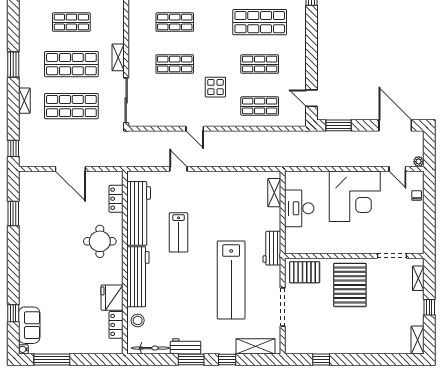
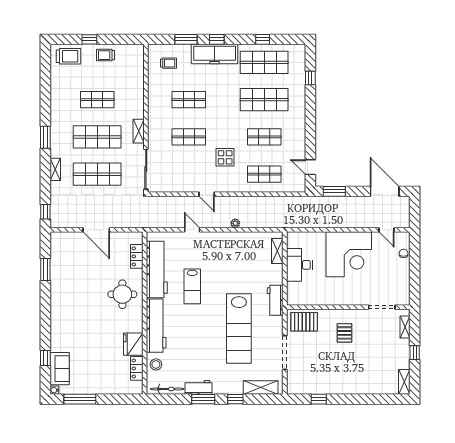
plant: (419, 162) -> (235, 223), moved
pallet: (350, 285) -> (344, 333), width x0.49, depth x0.50

